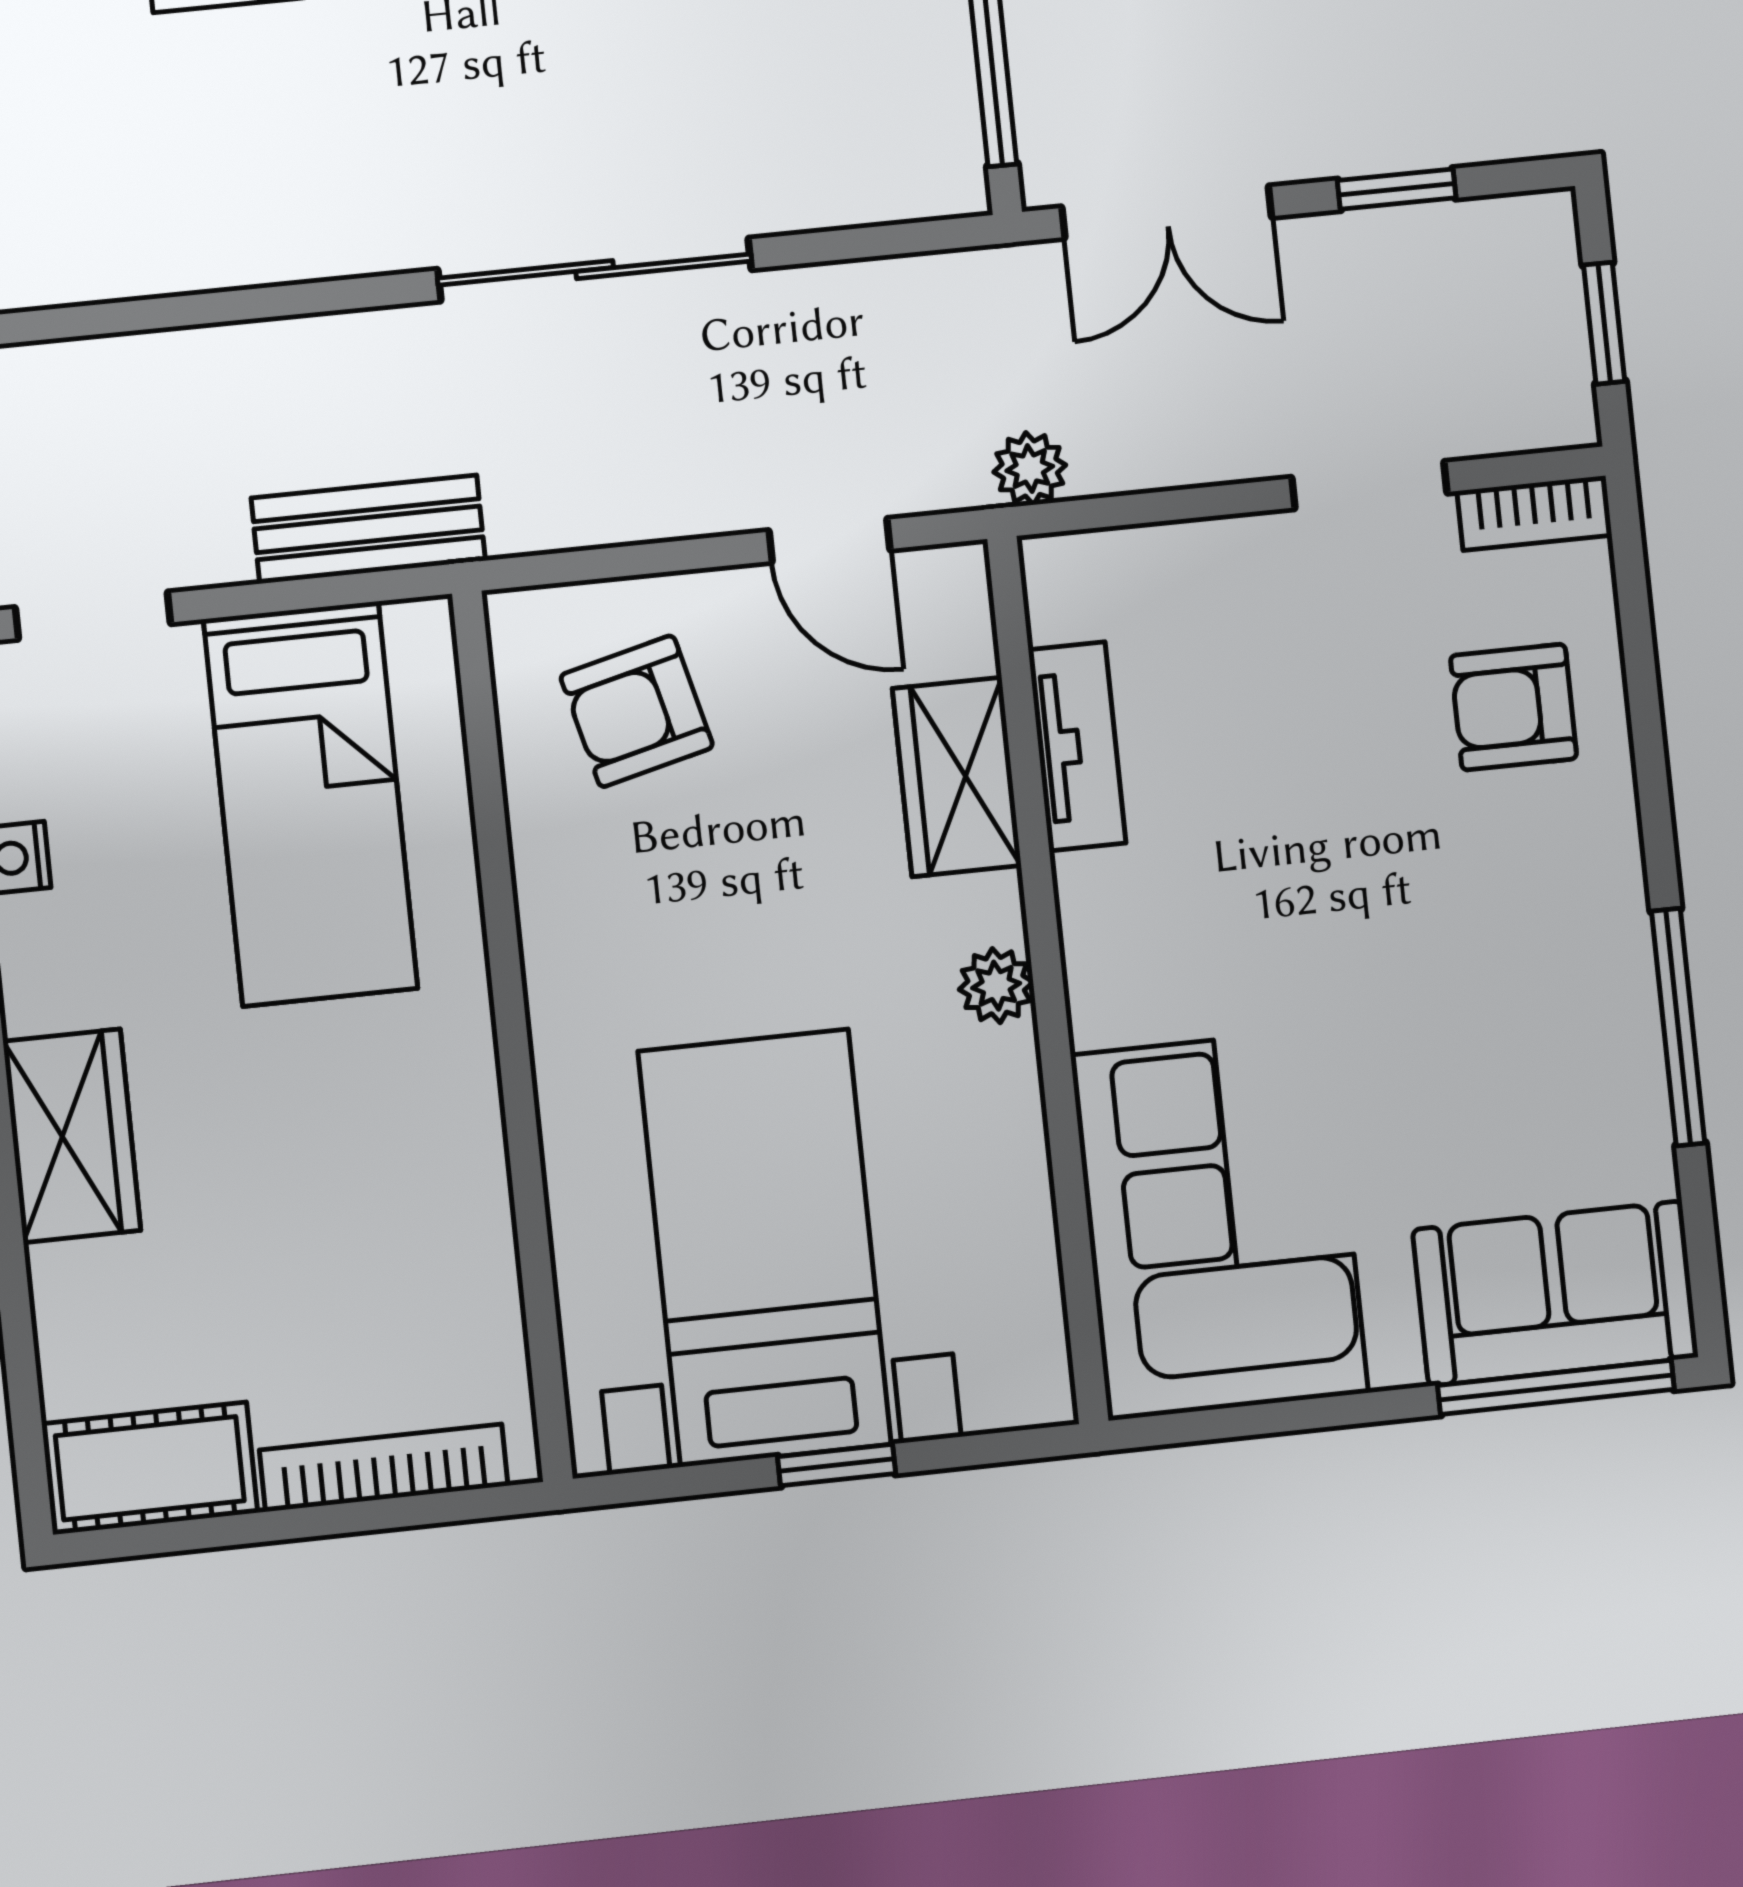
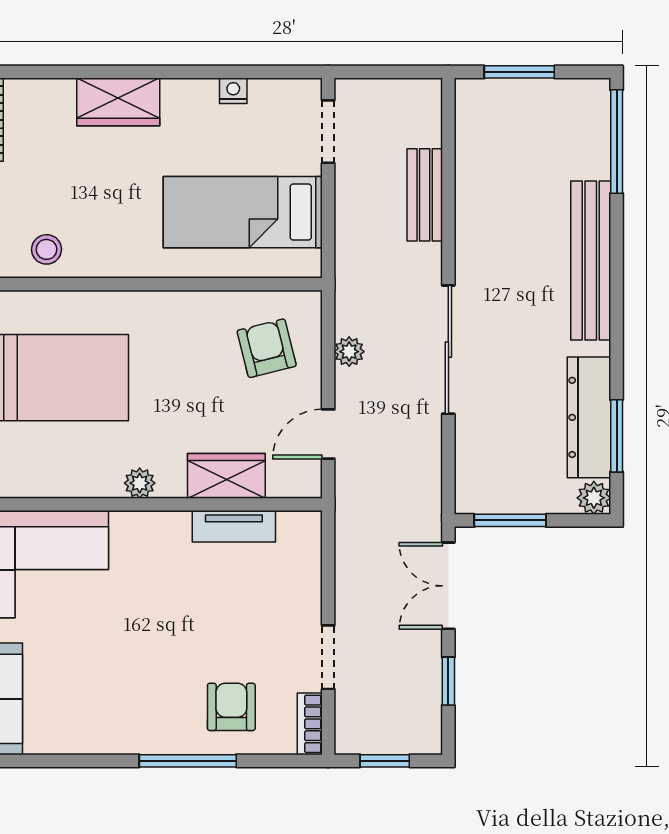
plant: (1030, 469) -> (349, 352), moved
bench: (368, 529) -> (425, 195), moved
window: (1678, 1027) -> (188, 761), moved
stool: (451, 1273) -> (46, 249), added

